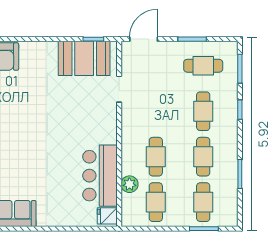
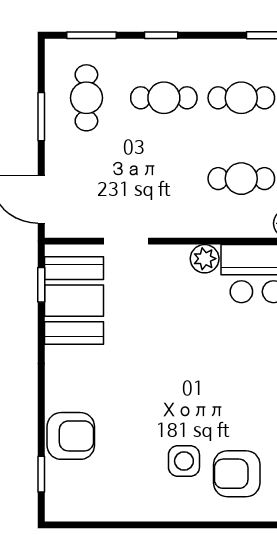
plant: (109, 135) -> (205, 259), added

